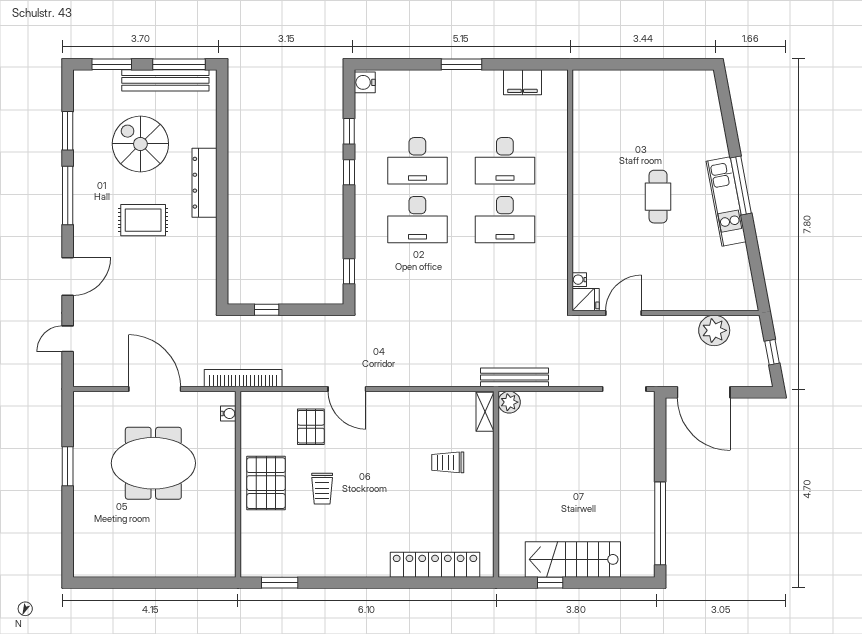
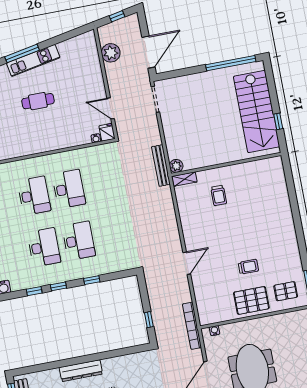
window: (349, 271) -> (92, 280), moved
pallet: (311, 427) -> (286, 291), moved
stairs: (573, 559) -> (257, 112), width x1.36, depth x1.51
locker: (435, 565) -> (281, 191), removed

